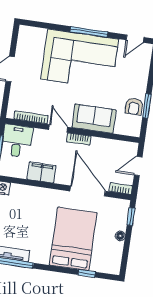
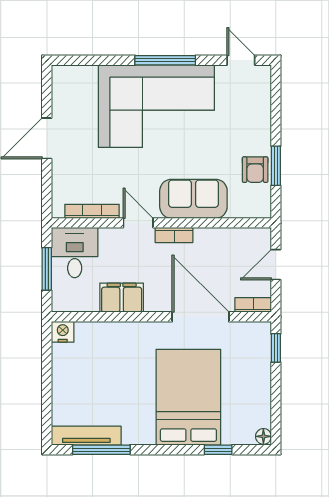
door: (135, 39) -> (241, 60), swing flipped
floor lamp: (120, 236) -> (263, 436), moved

